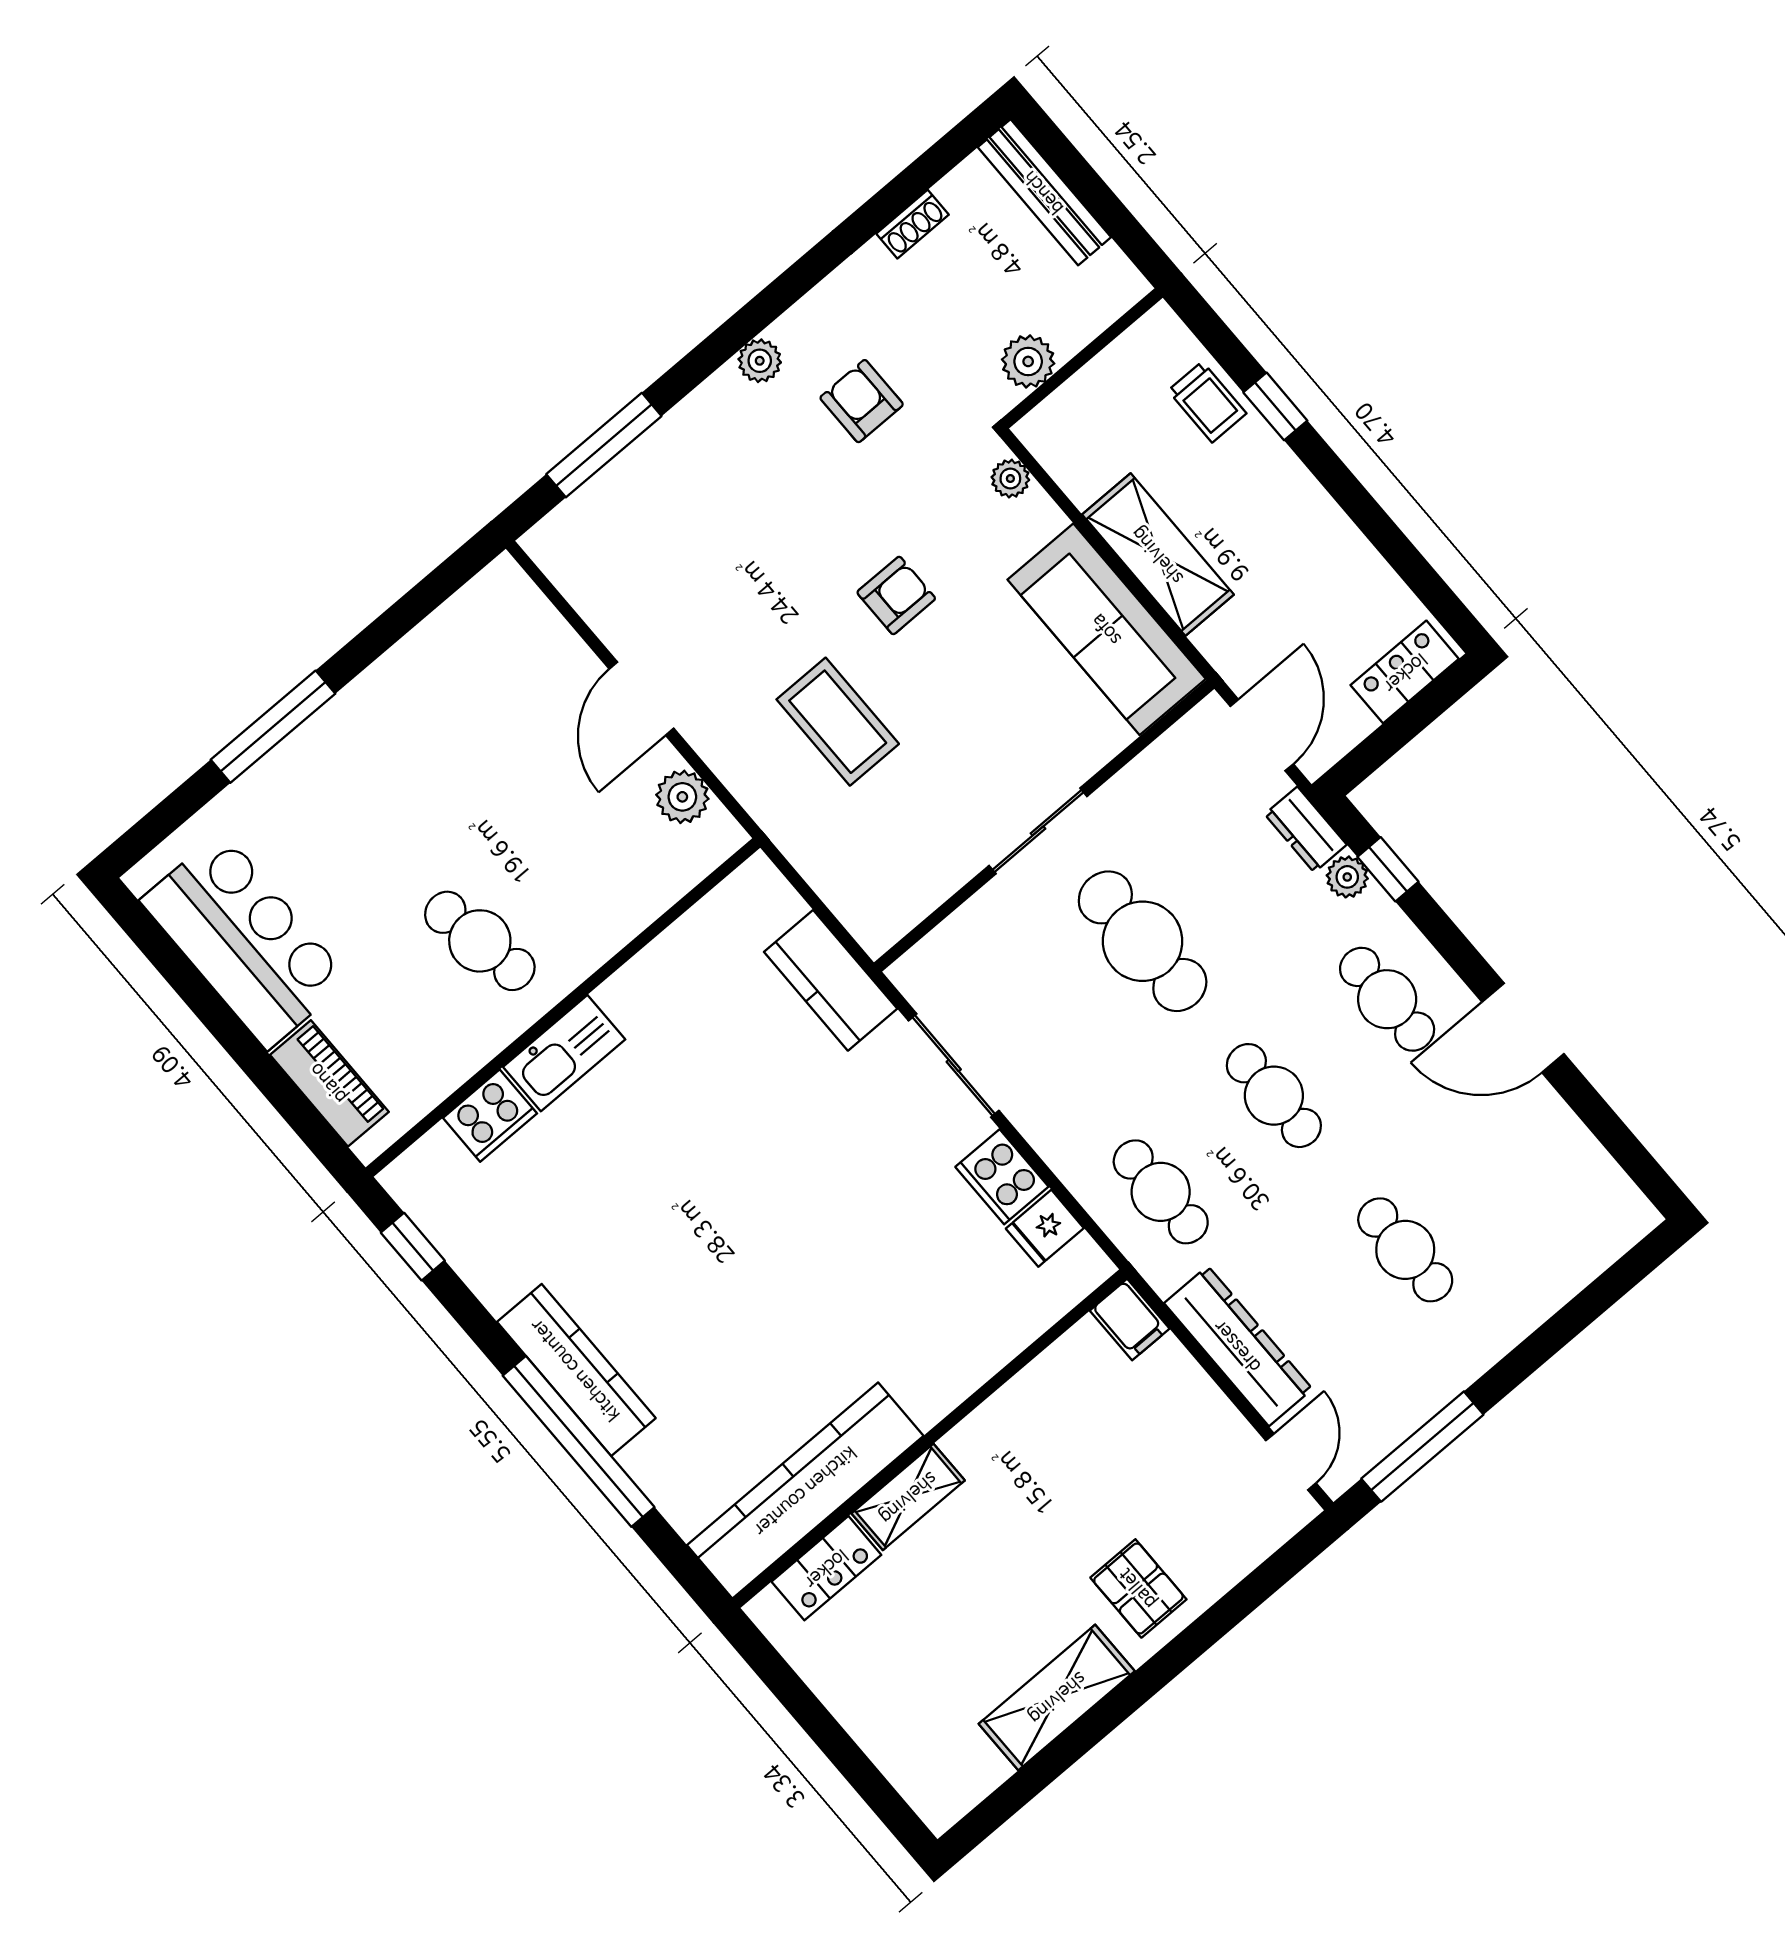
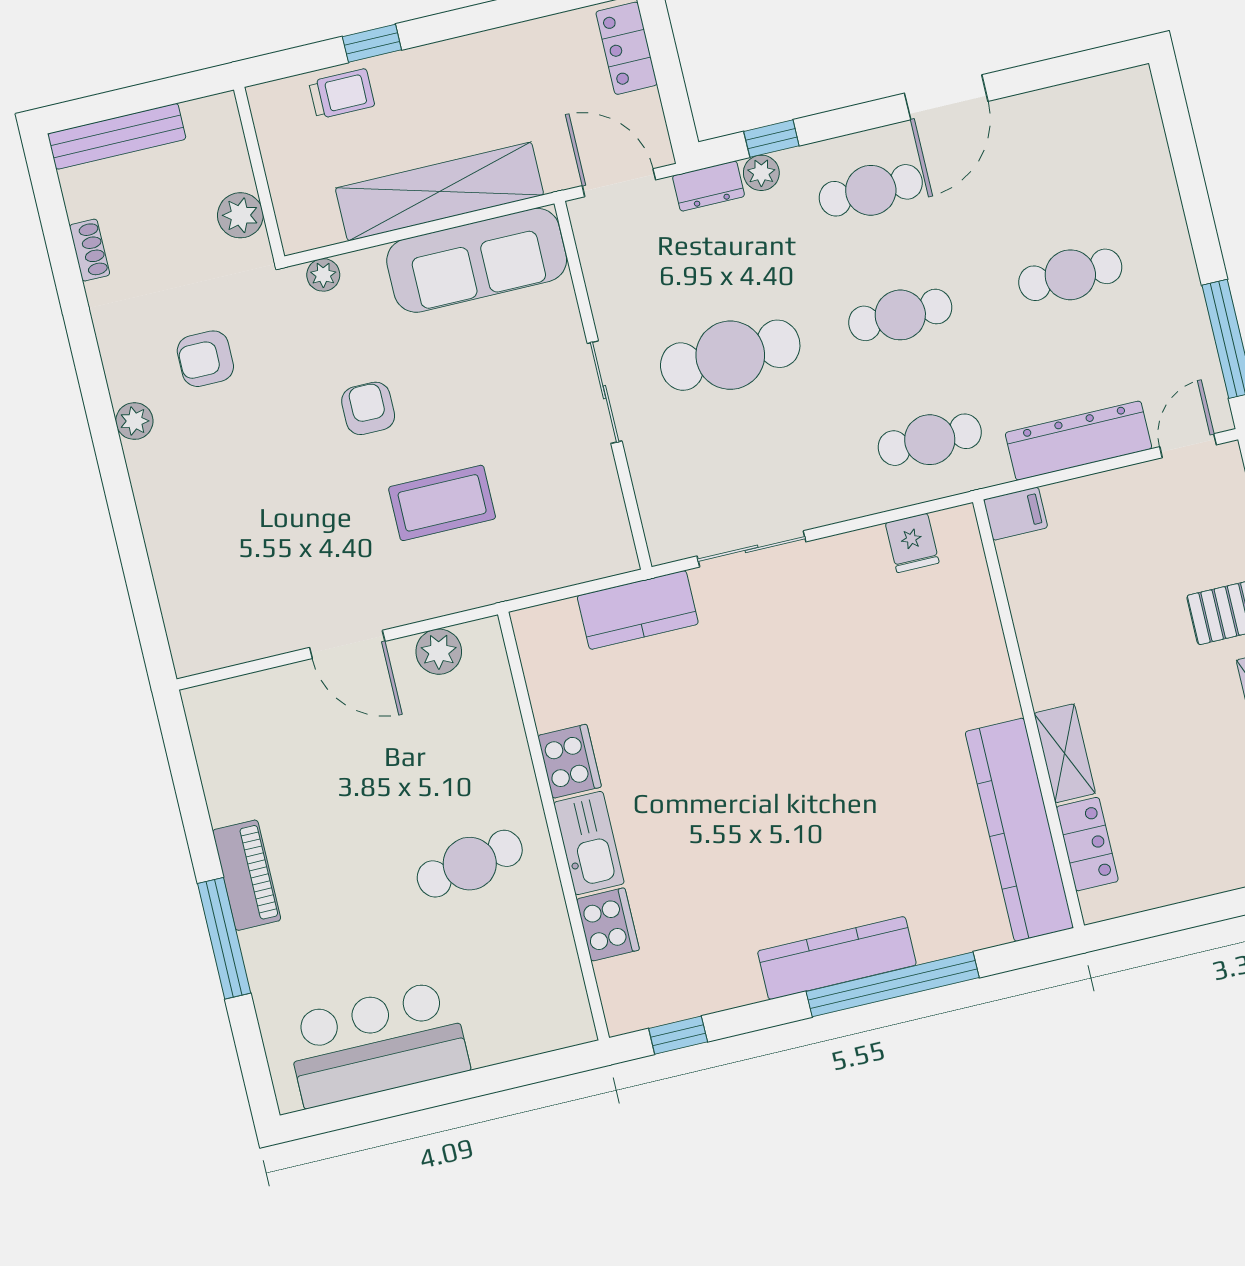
window: (604, 445) -> (138, 574), removed
shelving: (1158, 555) -> (440, 191), width x1.47
piano: (329, 1083) -> (247, 875), moved, turned 90
cooker: (1002, 1177) -> (570, 761), moved, turned -90
door: (1291, 1462) -> (1188, 446), hinge flipped

